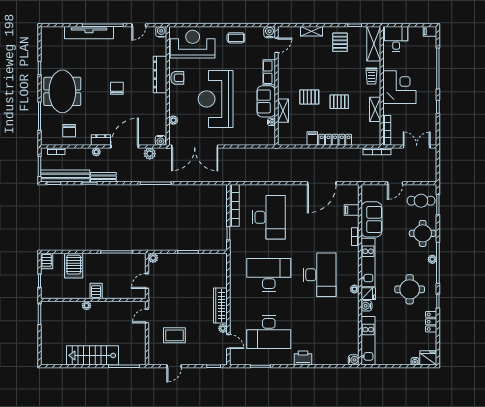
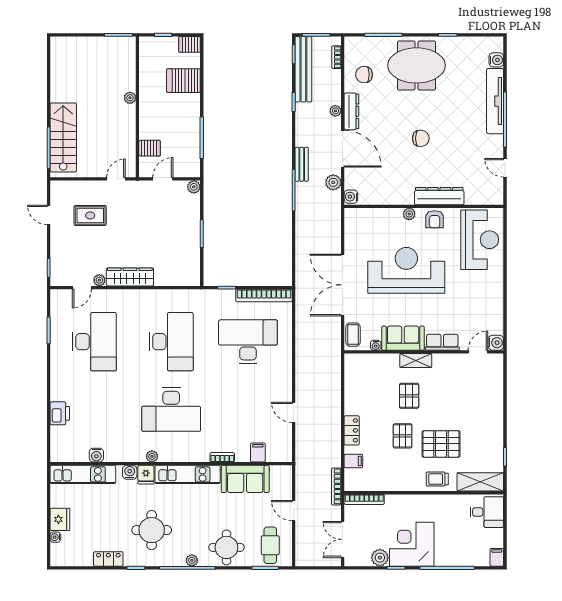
shelving: (311, 31) -> (497, 399), removed
water cooler: (161, 32) -> (496, 60), moved
coffee table: (236, 38) -> (353, 335), moved
pallet: (340, 42) -> (441, 444), moved, width x1.50, depth x1.42
door: (276, 45) -> (478, 352), swing flipped
corner desk: (399, 87) -> (412, 544), moved, turned 180
shelving: (375, 109) -> (392, 484), removed
shelving: (283, 111) -> (416, 361), moved
plant: (430, 119) -> (380, 558), added
plant: (173, 120) -> (409, 214), moved
filing cabinet: (312, 139) -> (353, 461), moved
dresser: (101, 140) -> (351, 111), width x1.44
locker: (335, 140) -> (352, 430), width x0.66
double door: (195, 147) -> (343, 285), moved
double door: (417, 147) -> (343, 539), swing flipped
bench: (103, 177) -> (302, 164), moved
door: (322, 183) -> (294, 412), width x0.53
desk: (269, 217) -> (248, 342), turned 180
door: (147, 281) -> (163, 179), hinge flipped
server rack: (96, 291) -> (150, 148), moved
door: (147, 316) -> (116, 179), hinge flipped
desk: (269, 332) -> (94, 342), turned 180
rug: (174, 335) -> (90, 215), turned 90
stairs: (92, 355) -> (63, 137), moved
printer: (303, 358) -> (60, 413), moved
fridge: (428, 358) -> (60, 519), moved
water cooler: (354, 360) -> (96, 455), moved

